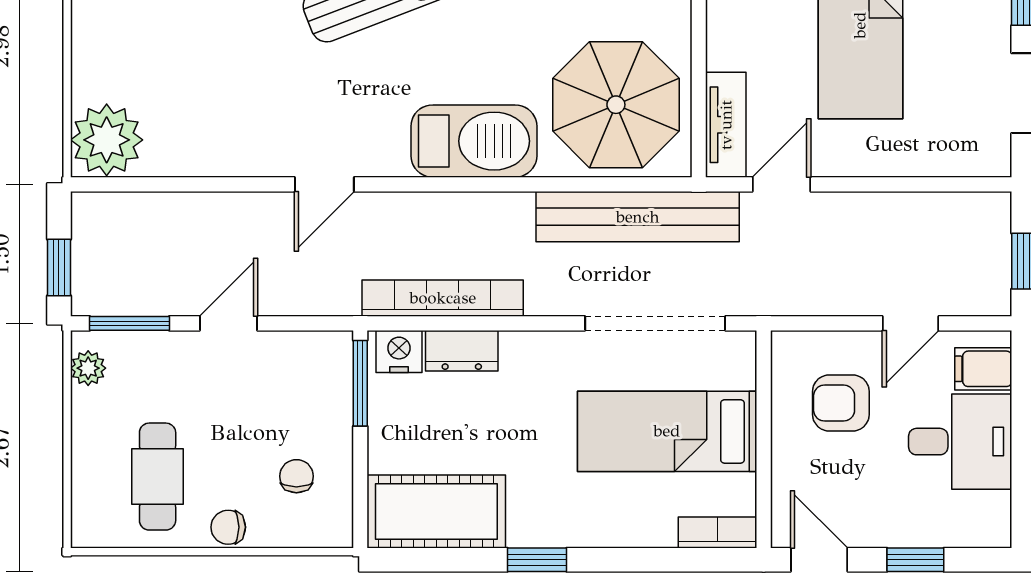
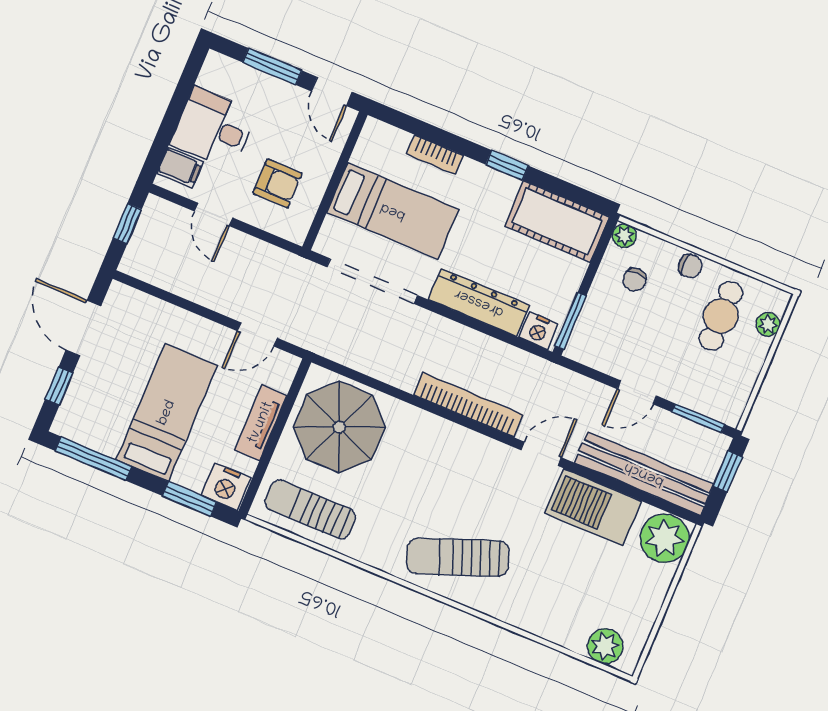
tv unit: (726, 125) -> (261, 423), moved
barbecue: (474, 141) -> (593, 507), moved
bench: (638, 217) -> (644, 474), moved
bookcase: (443, 298) -> (468, 405), moved, turned 180
door: (911, 323) -> (213, 214), swing flipped
dresser: (462, 351) -> (479, 302), width x1.96, depth x1.24
plant: (88, 368) -> (768, 324), moved
plant: (336, 531) -> (624, 236), added
bookcase: (718, 533) -> (435, 155), moved
window: (915, 560) -> (272, 66), width x1.50

